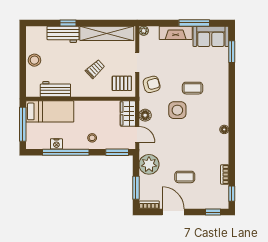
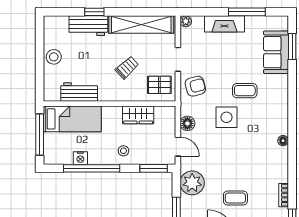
sofa: (211, 36) -> (276, 52), moved, turned 90
wardrobe: (128, 114) -> (138, 115), moved, turned -90

